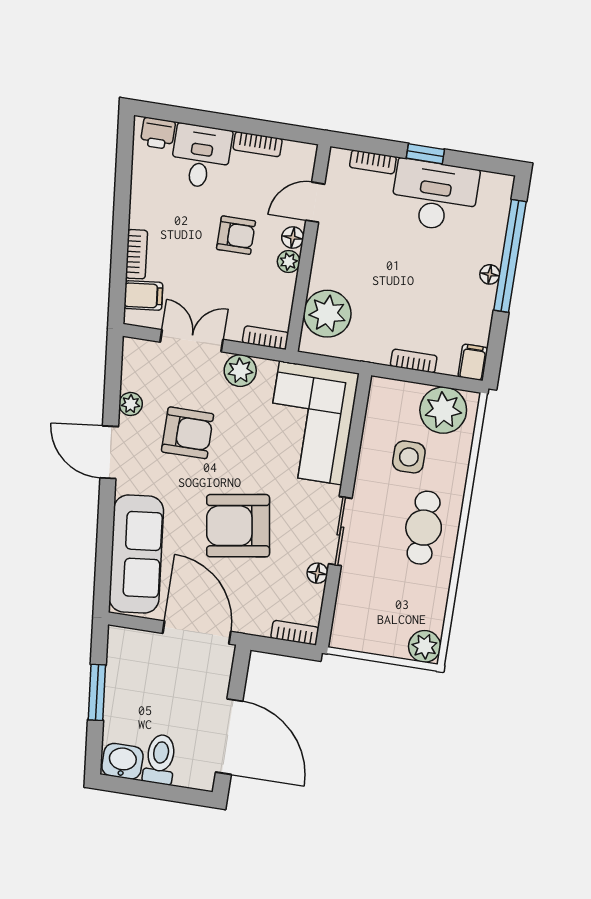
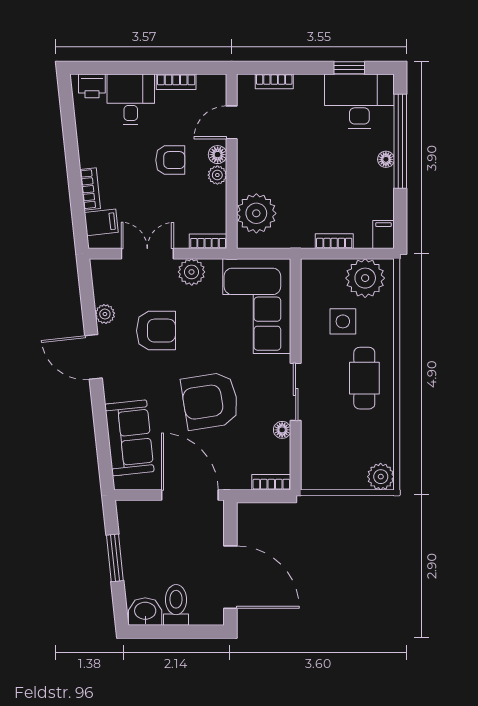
window: (425, 154) -> (349, 68), moved
desk: (435, 196) -> (359, 101), moved
sofa: (136, 554) -> (129, 438), width x0.73

